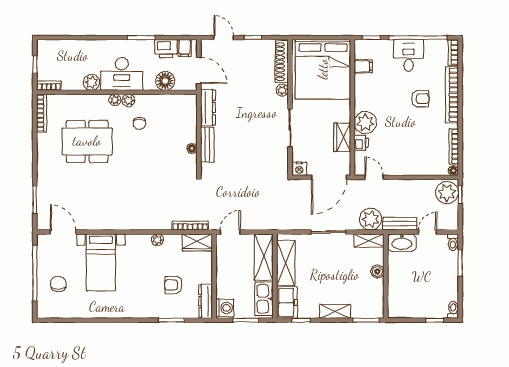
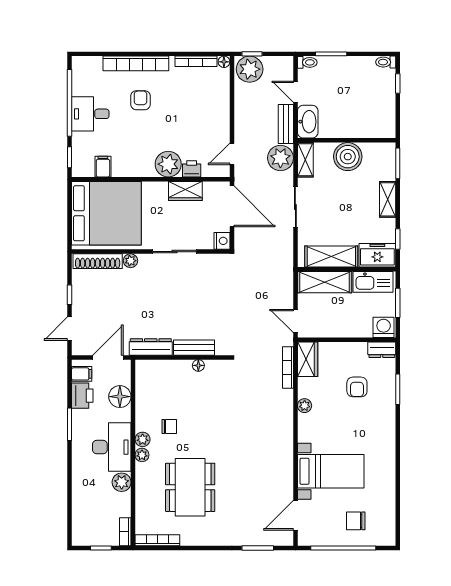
bookcase: (453, 52) -> (87, 62), removed
boiler: (377, 271) -> (348, 157), width x1.86, depth x1.86
dresser: (206, 301) -> (382, 350), width x0.70

